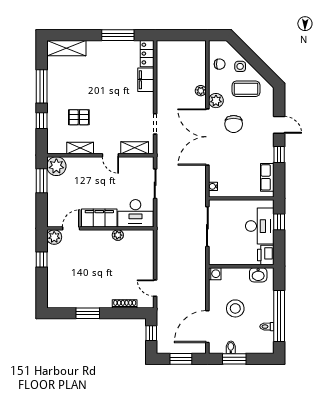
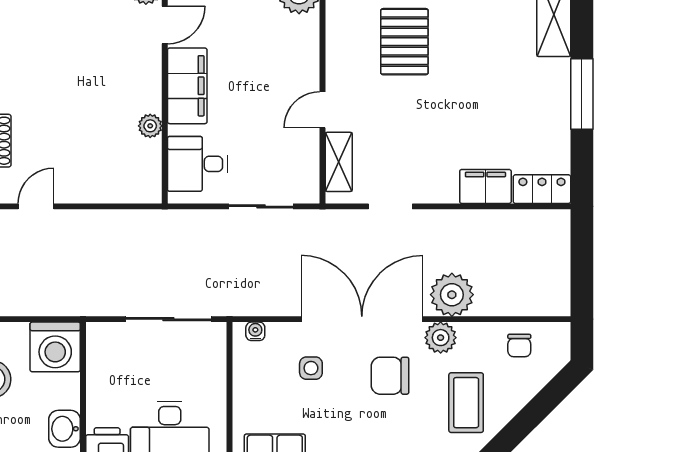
window: (118, 35) -> (582, 94), moved
side table: (240, 66) -> (311, 368), moved
plant: (201, 91) -> (452, 295), width x1.88, depth x1.88
pallet: (79, 117) -> (404, 42), width x1.50, depth x1.42
shelving: (80, 148) -> (338, 45), removed
desk: (135, 213) -> (197, 164), width x0.73
door: (71, 228) -> (165, 25), hinge flipped
washing machine: (215, 274) -> (55, 347), width x1.89, depth x1.89

